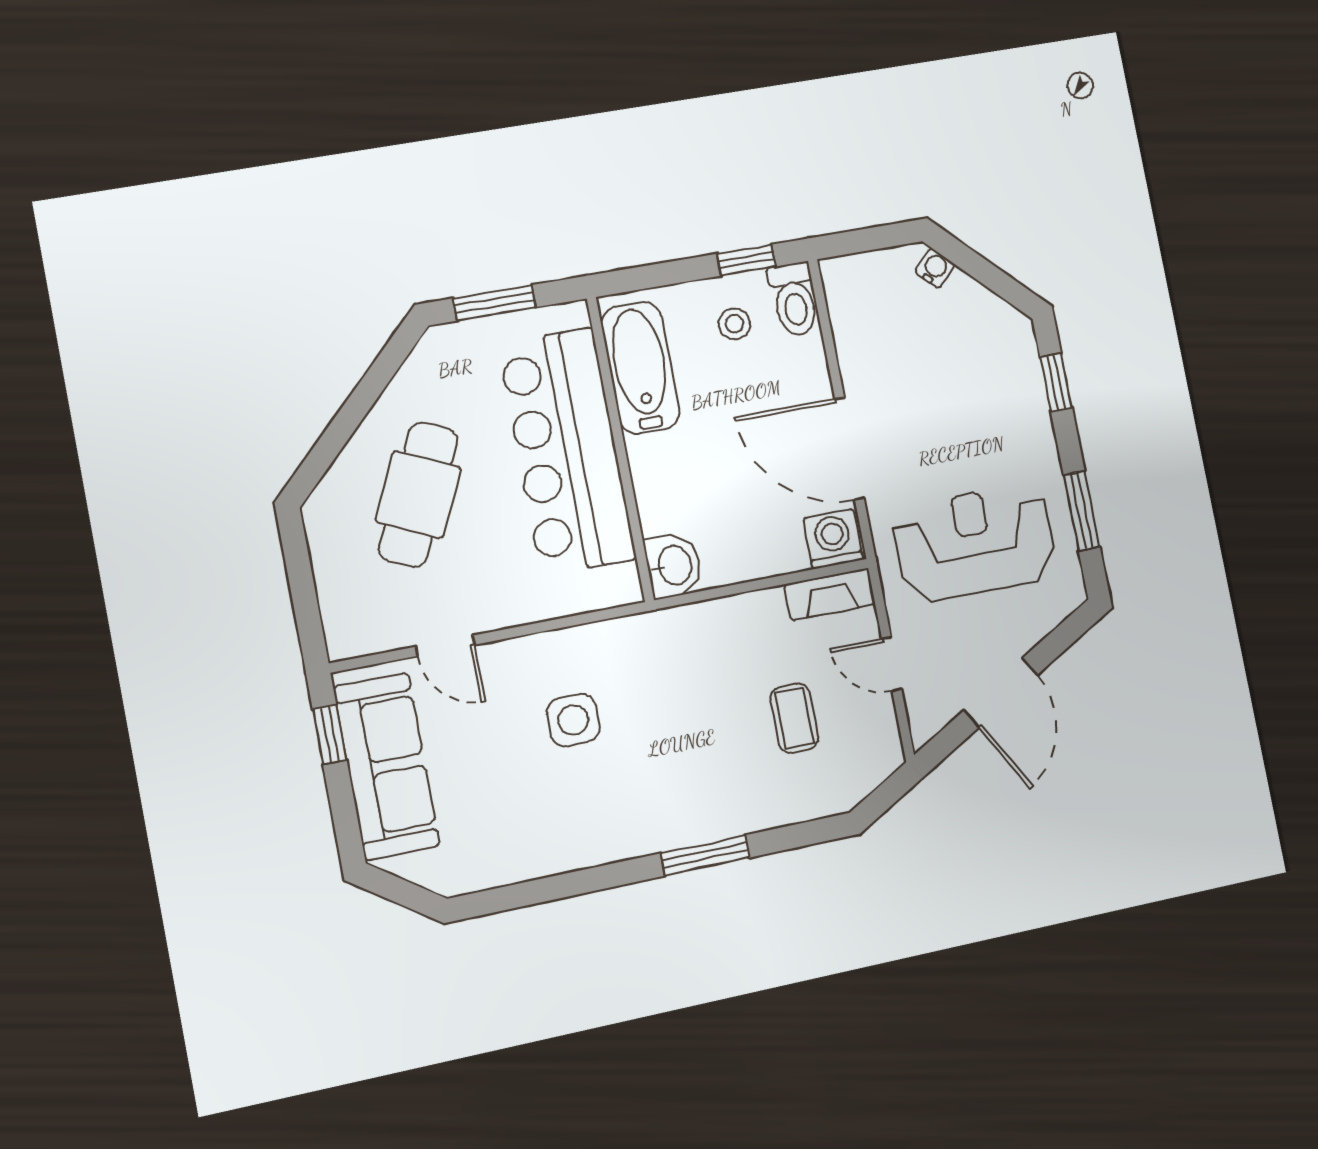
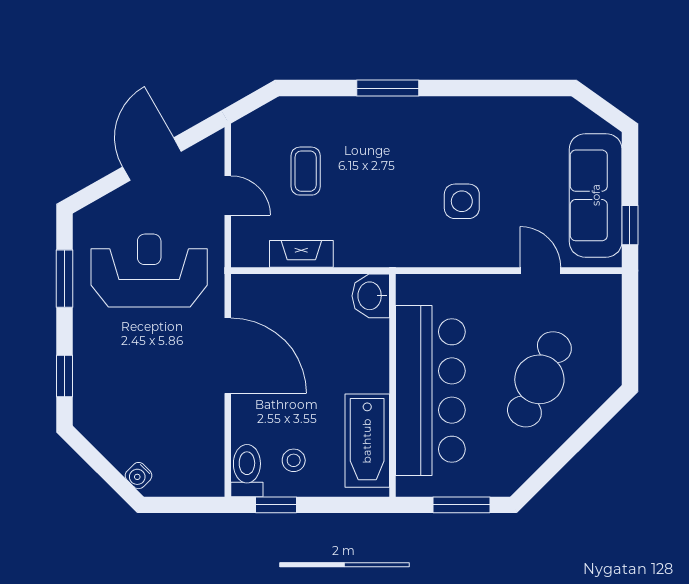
washing machine: (833, 539) -> (252, 293), removed
reception desk: (975, 543) -> (149, 271), turned 180
fireplace: (830, 594) -> (301, 254), moved

